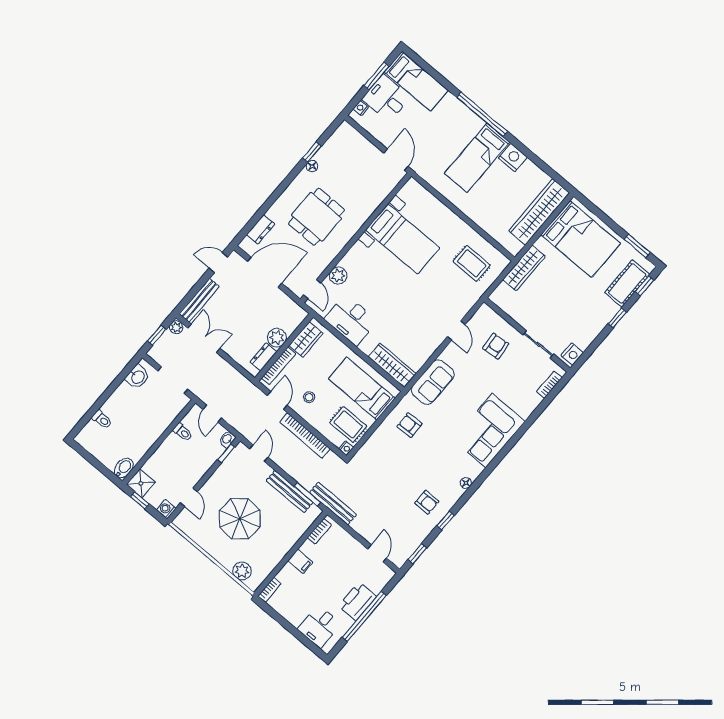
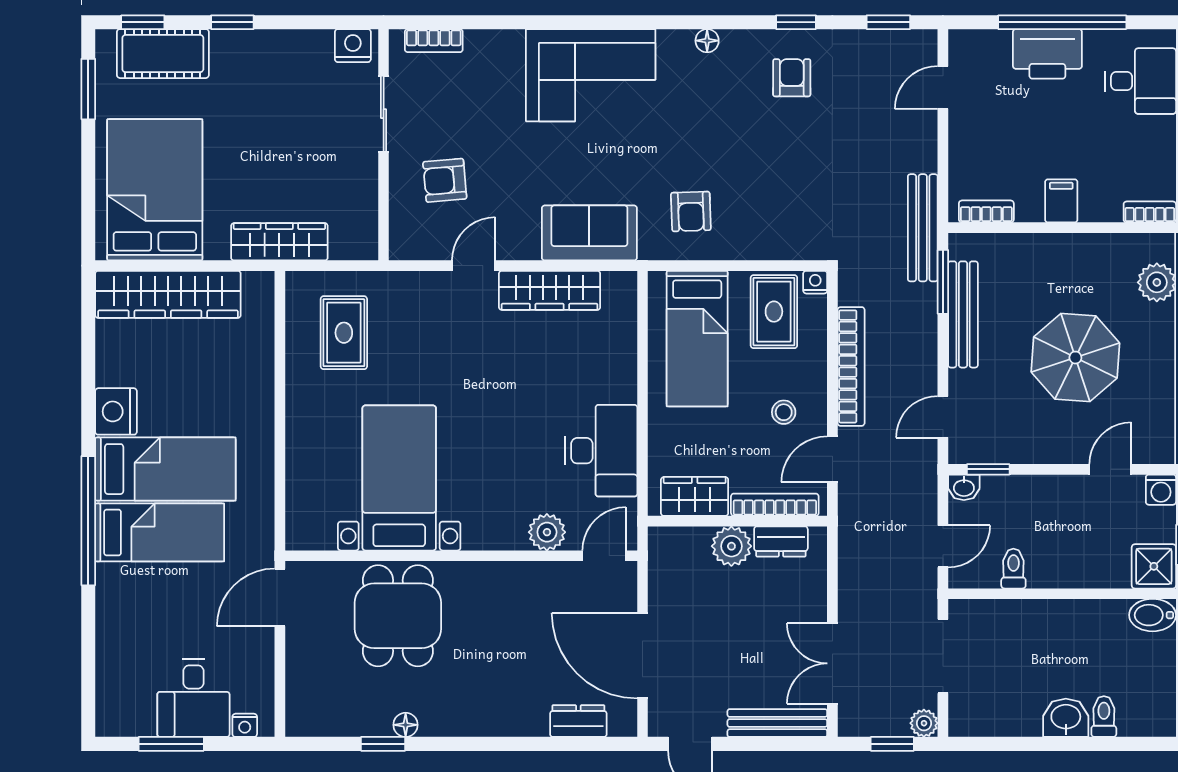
bed: (416, 81) -> (160, 532), moved, turned 90
dining table: (316, 217) -> (398, 616), moved, turned 90
plant: (176, 327) -> (924, 723), moved
wardrobe: (392, 365) -> (550, 290), moved, turned -90
washbasin: (138, 377) -> (1066, 718), moved

